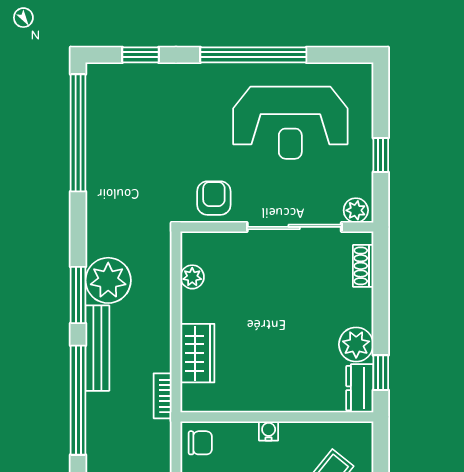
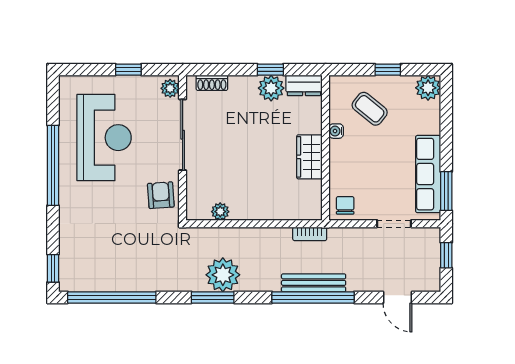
window: (140, 55) -> (53, 268), moved
armchair: (214, 198) -> (161, 195), turned 86
window: (78, 295) -> (213, 297), moved
bench: (97, 348) -> (314, 283), moved
wardrobe: (197, 353) -> (309, 157), moved, turned -90
window: (381, 373) -> (270, 70), moved
water cooler: (269, 431) -> (336, 131), moved

